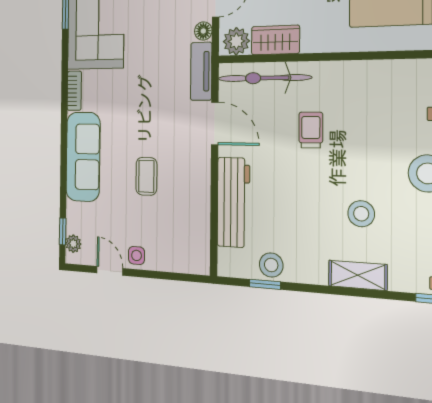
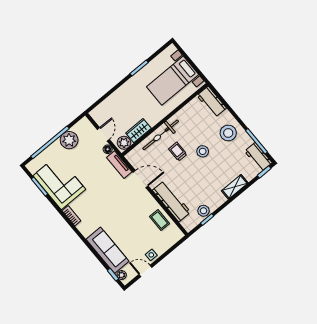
bicycle: (264, 78) -> (161, 135), moved
sofa: (83, 157) -> (108, 250), moved
coffee table: (146, 176) -> (160, 220), moved
stool: (361, 214) -> (203, 151), moved

